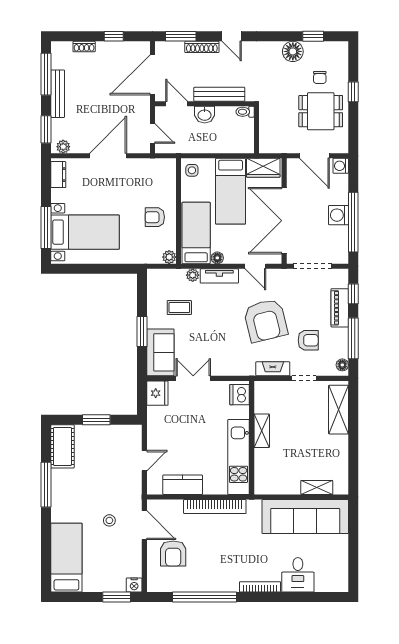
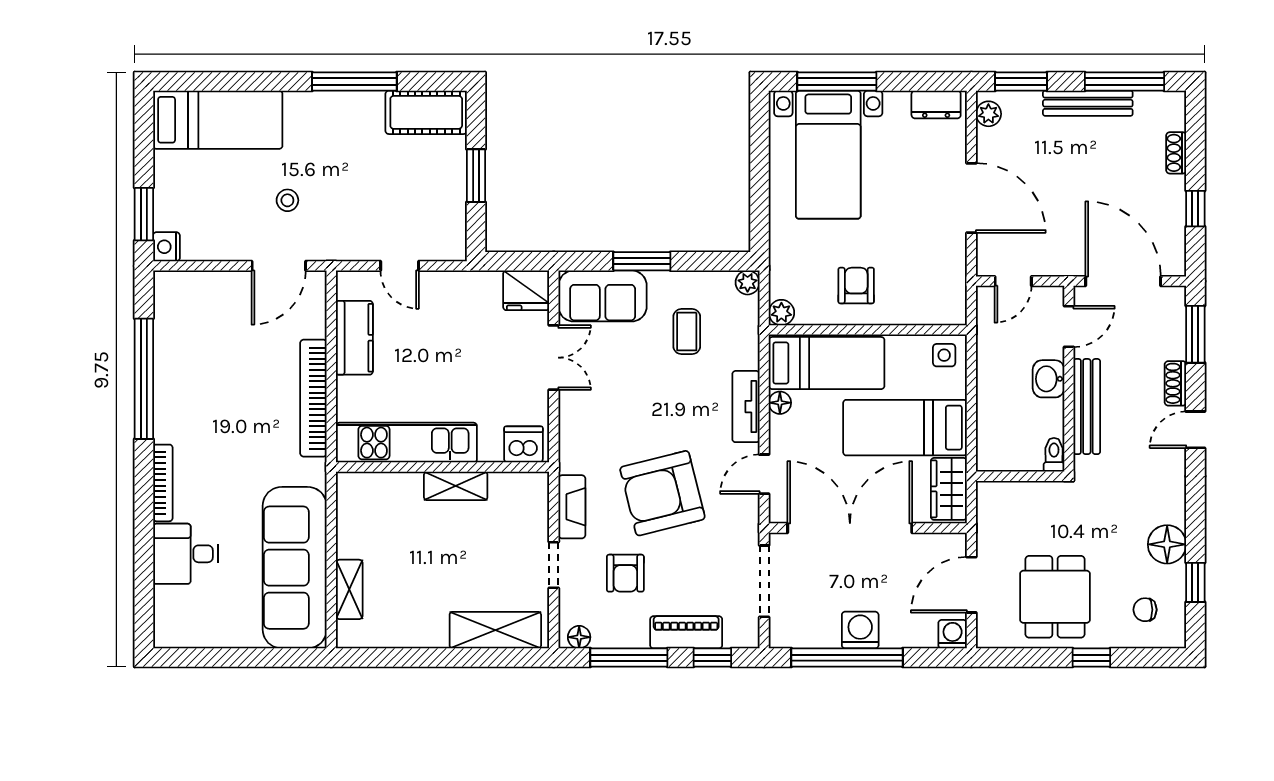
shoe rack: (202, 47) -> (1175, 383), width x0.70
chair: (320, 77) -> (1145, 610), moved
plant: (193, 275) -> (748, 282), moved
armchair: (173, 554) -> (225, 320), removed

